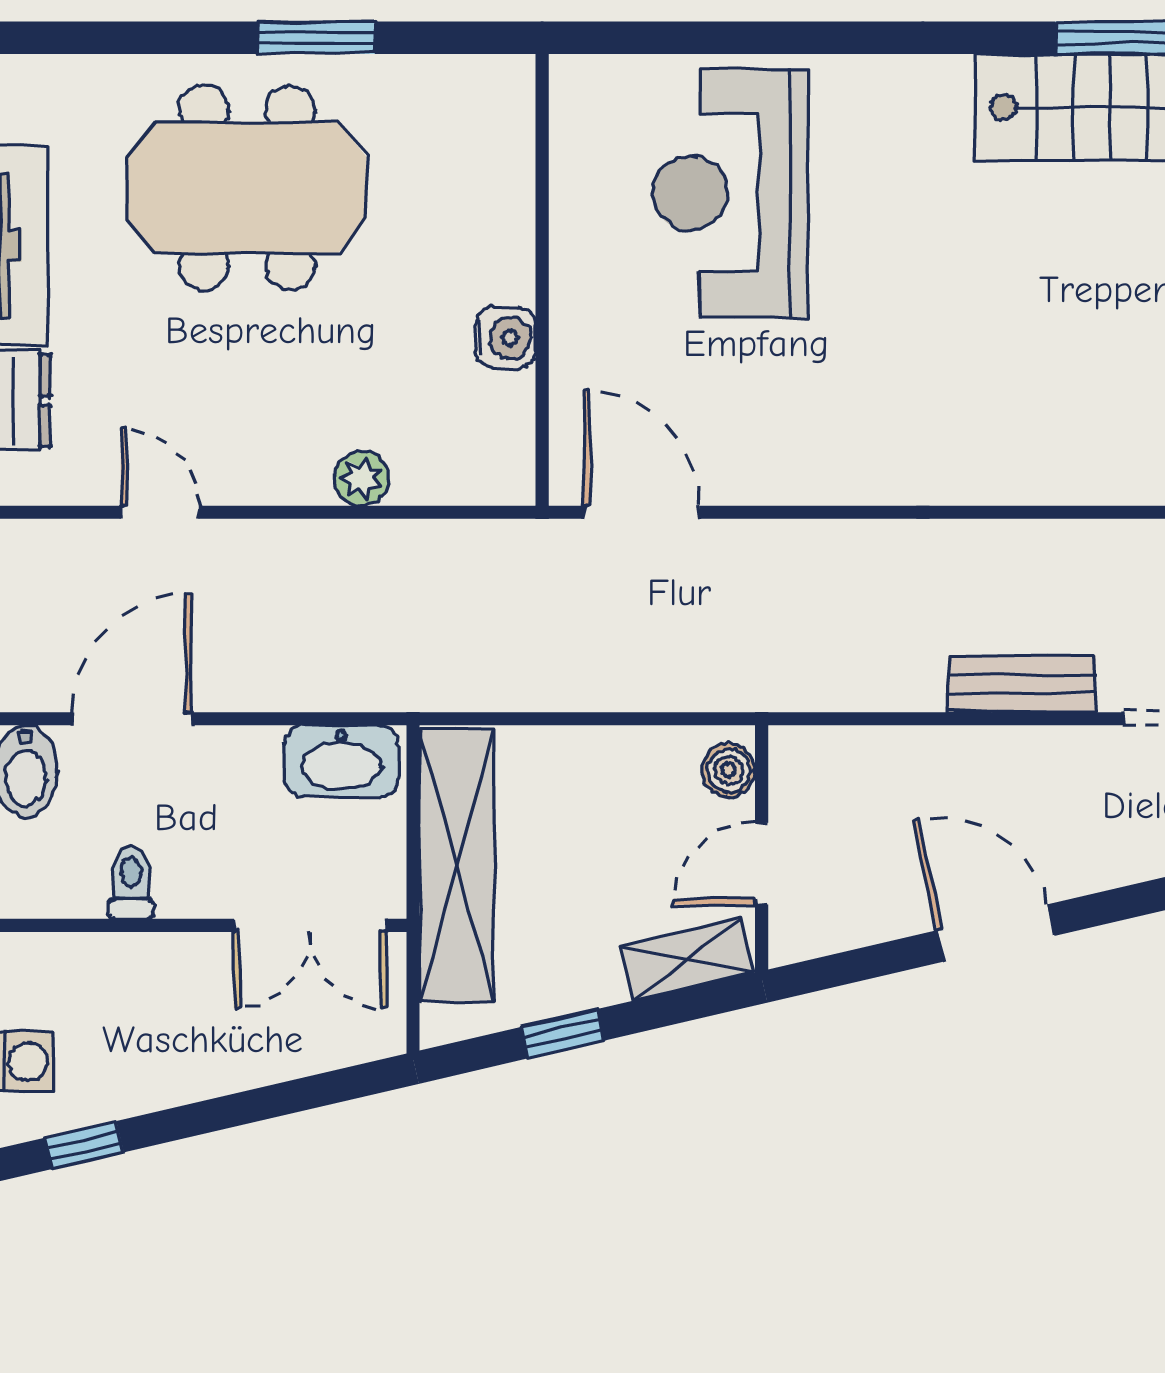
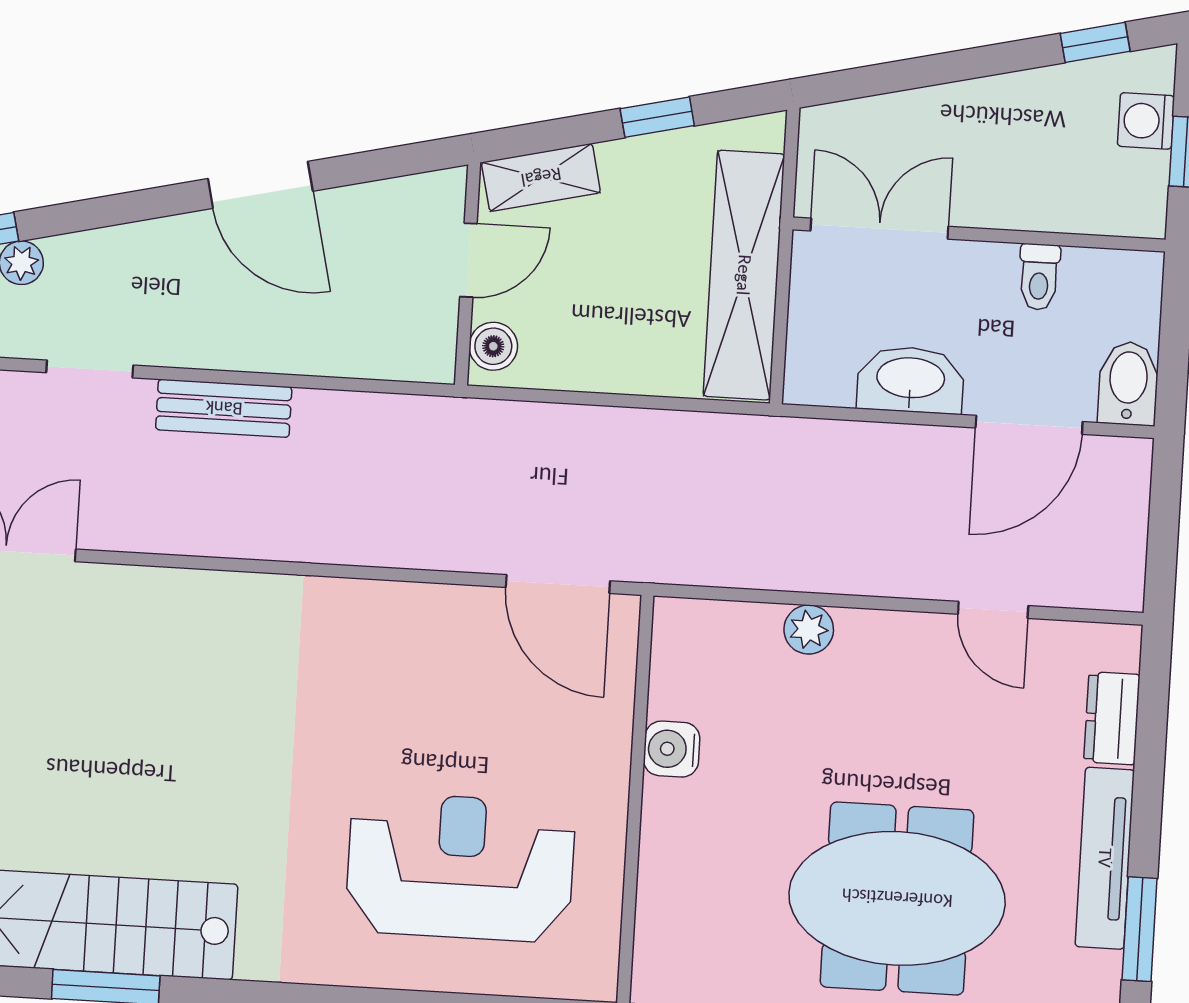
reception desk: (731, 193) -> (460, 867), turned -90
washbasin: (341, 761) -> (911, 380), moved

